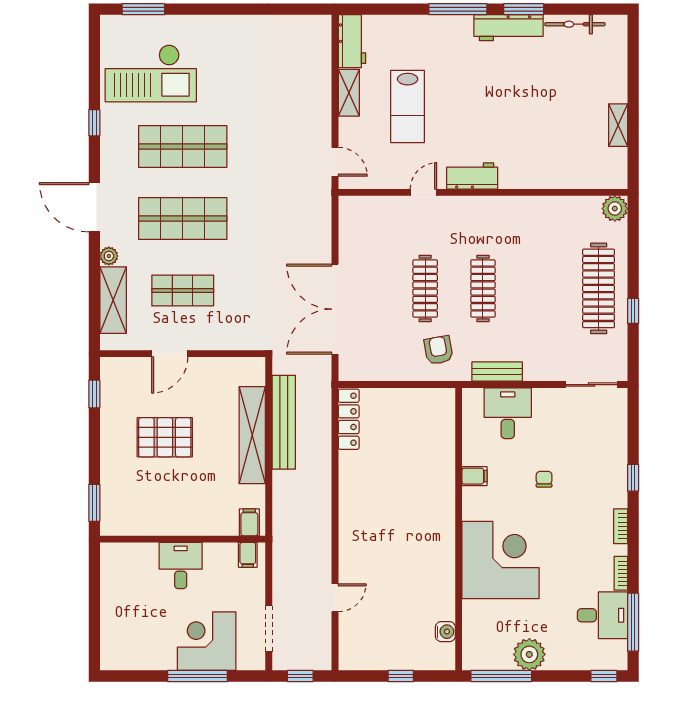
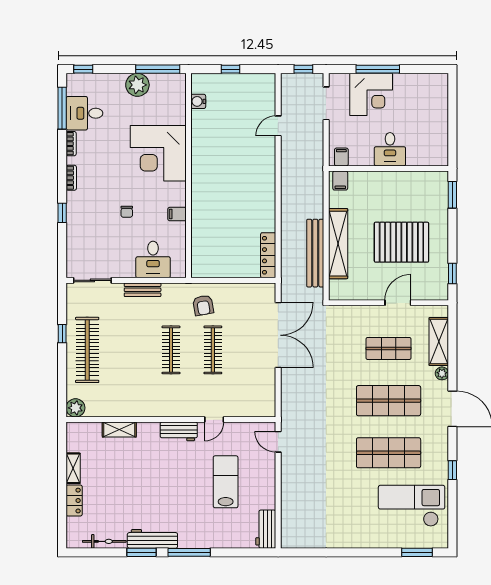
locker: (617, 81) -> (74, 501), added
shelving: (349, 93) -> (119, 430), moved, turned 90
bench: (497, 372) -> (143, 290), moved
pallet: (165, 437) -> (401, 242), width x1.37, depth x1.41

